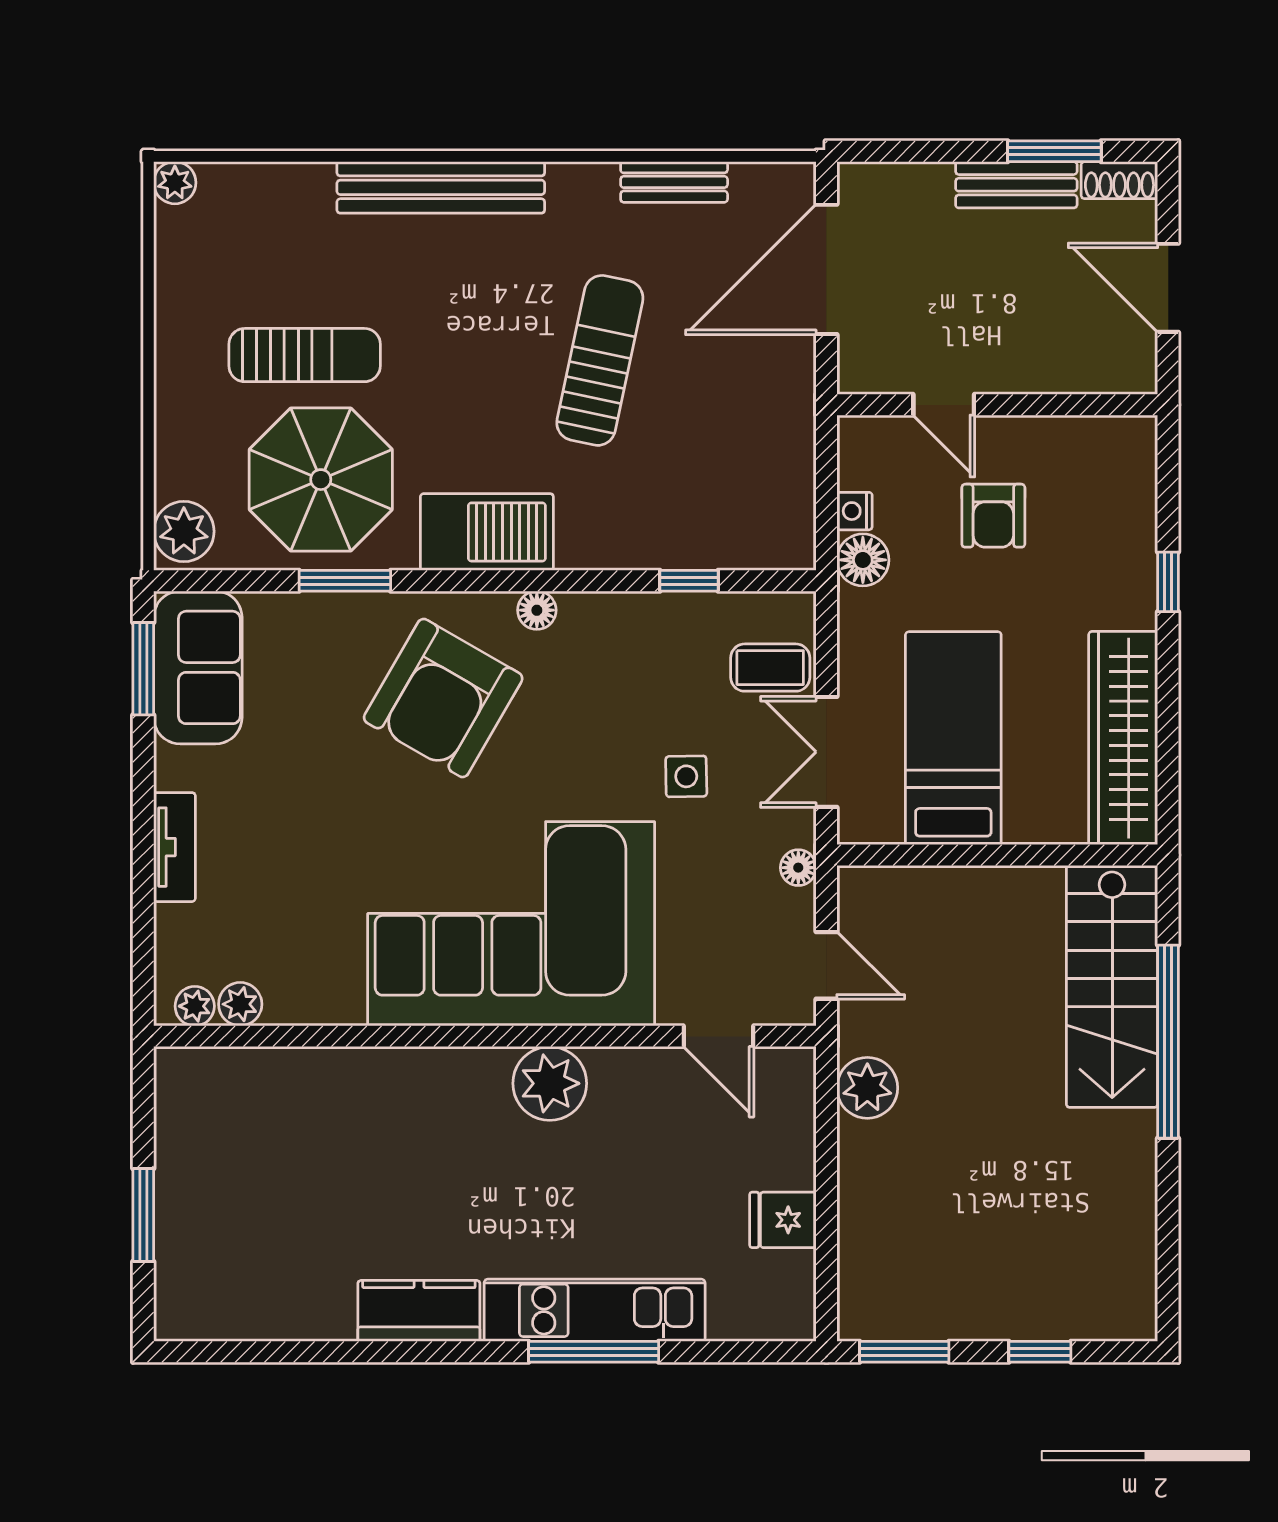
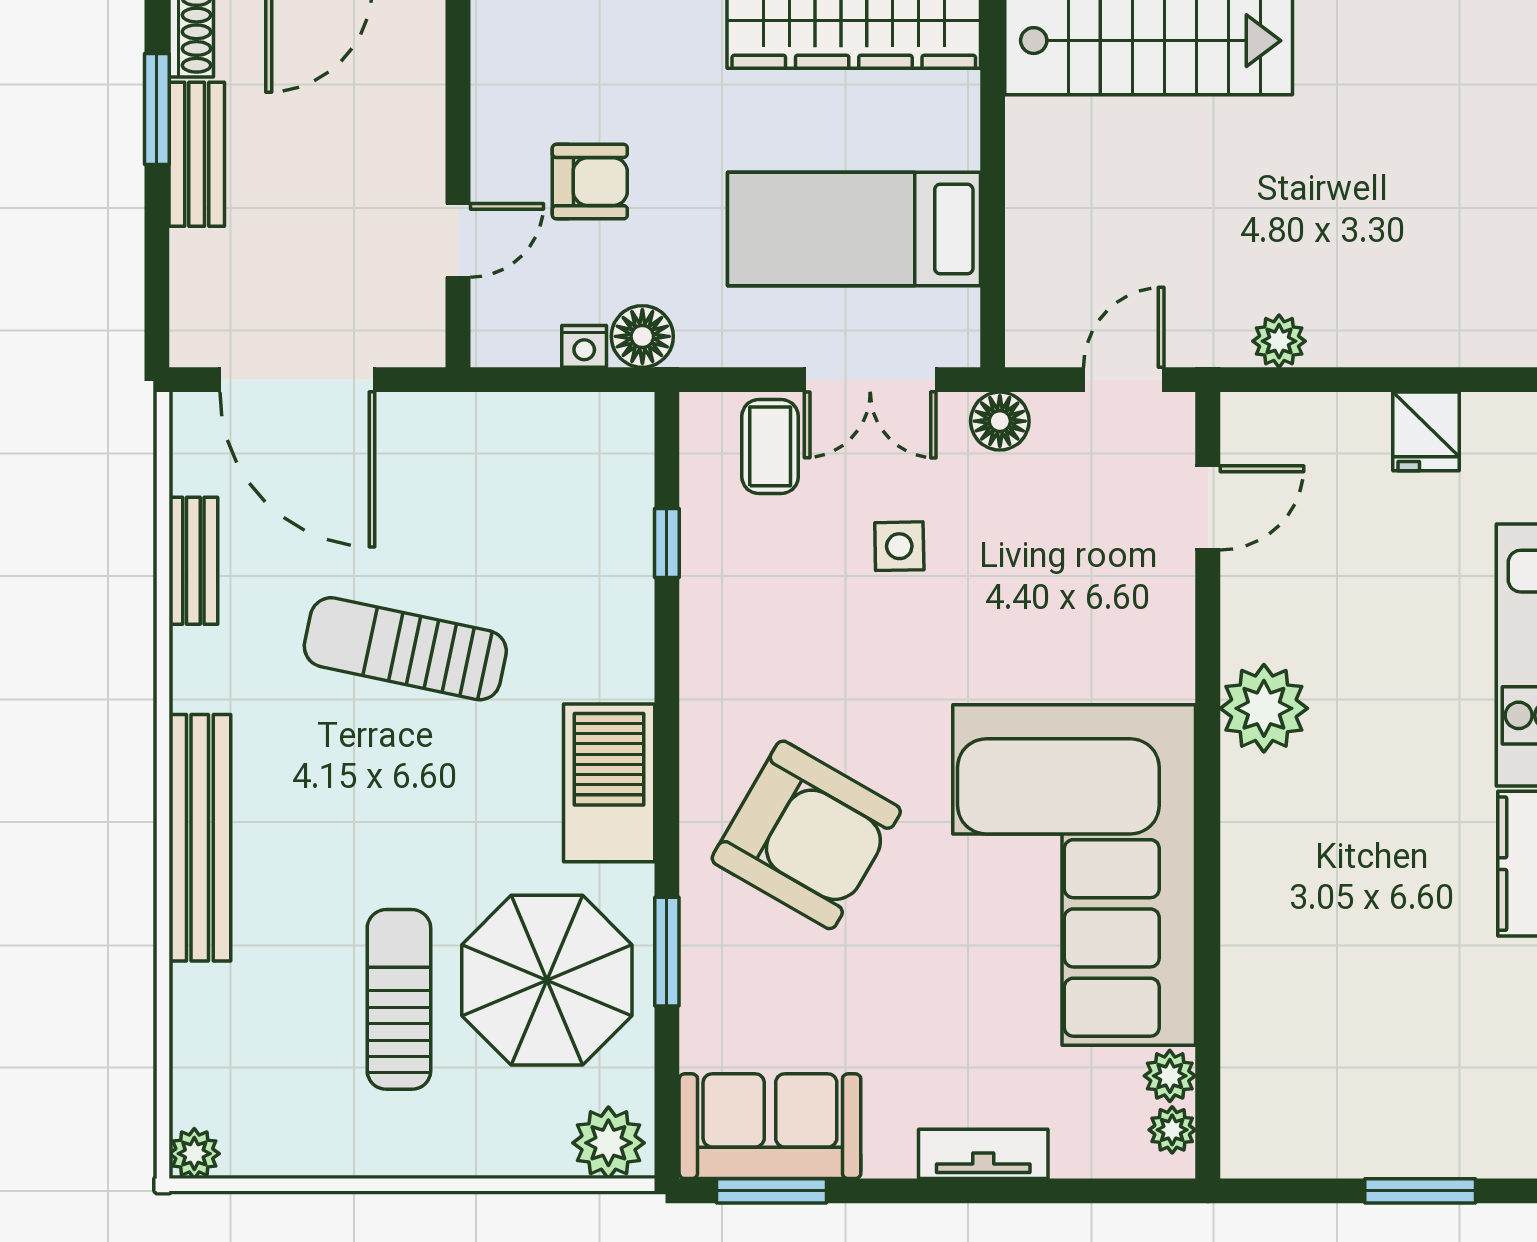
floor lamp: (537, 610) -> (702, 724), removed
floor lamp: (798, 868) -> (1000, 421), width x1.37, depth x1.37
corner sofa: (511, 924) -> (1074, 875), moved
plant: (867, 1088) -> (1279, 341), width x0.73, depth x0.73

